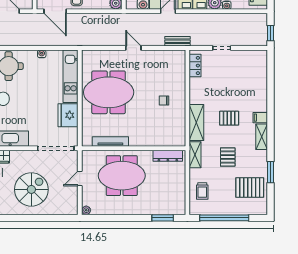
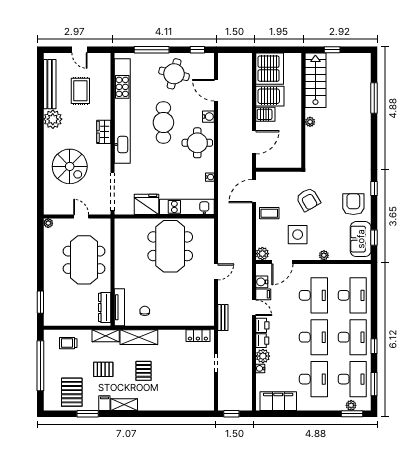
chair: (164, 100) -> (145, 311), moved
filing cabinet: (260, 118) -> (104, 403), moved
tv unit: (110, 141) -> (119, 307), moved

